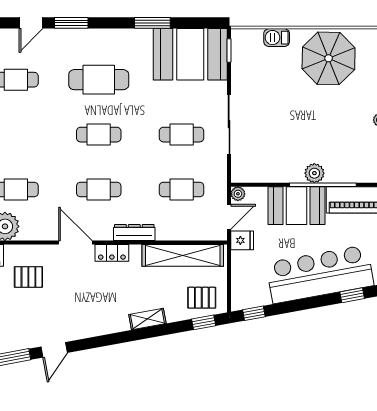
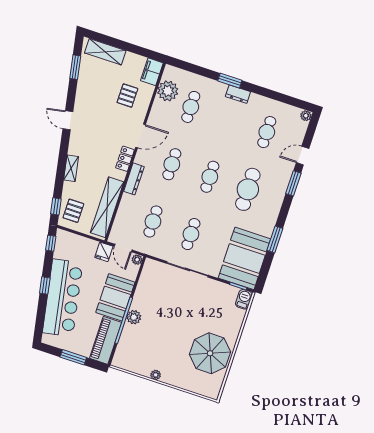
door: (31, 23) -> (303, 156), hinge flipped
barbecue: (277, 38) -> (244, 299), moved
window: (352, 295) -> (45, 286), moved
door: (54, 350) -> (68, 120), moved

